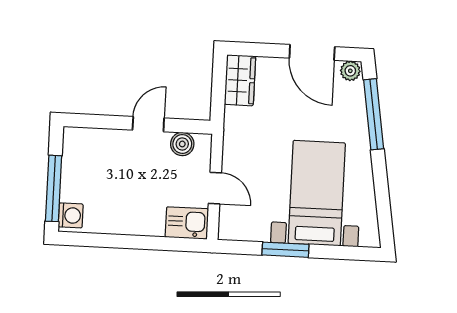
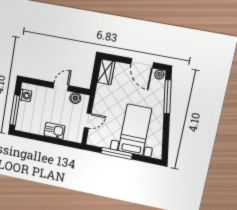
door: (215, 188) -> (88, 121), hinge flipped
washing machine: (71, 215) -> (26, 95), moved
kitchen sink: (187, 223) -> (54, 131), moved
window: (285, 250) -> (117, 153), width x1.44

